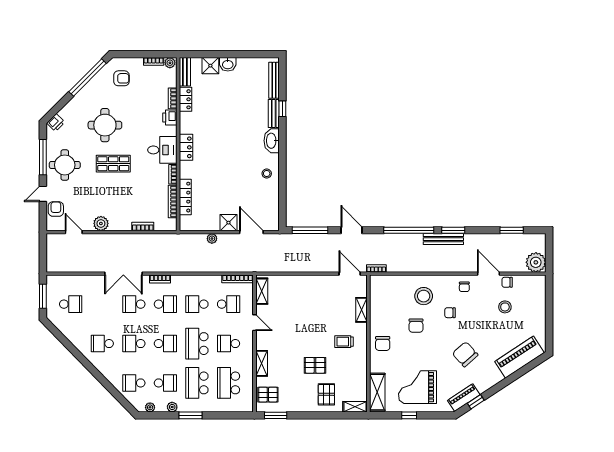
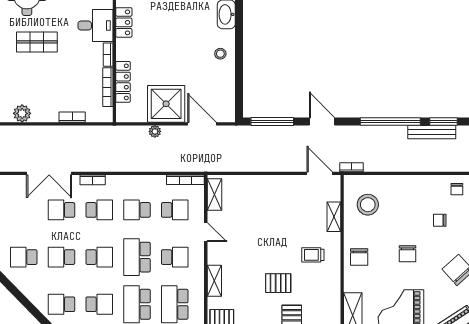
shower: (228, 223) -> (166, 104), width x1.86, depth x1.86
stool: (424, 296) -> (368, 205), moved
chair: (416, 326) -> (407, 254), moved
school desk: (229, 344) -> (175, 257), turned 180

